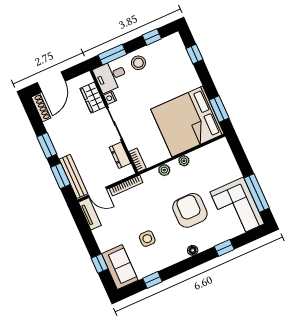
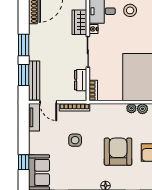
plant: (164, 170) -> (142, 109), moved
side table: (147, 239) -> (75, 140), moved

